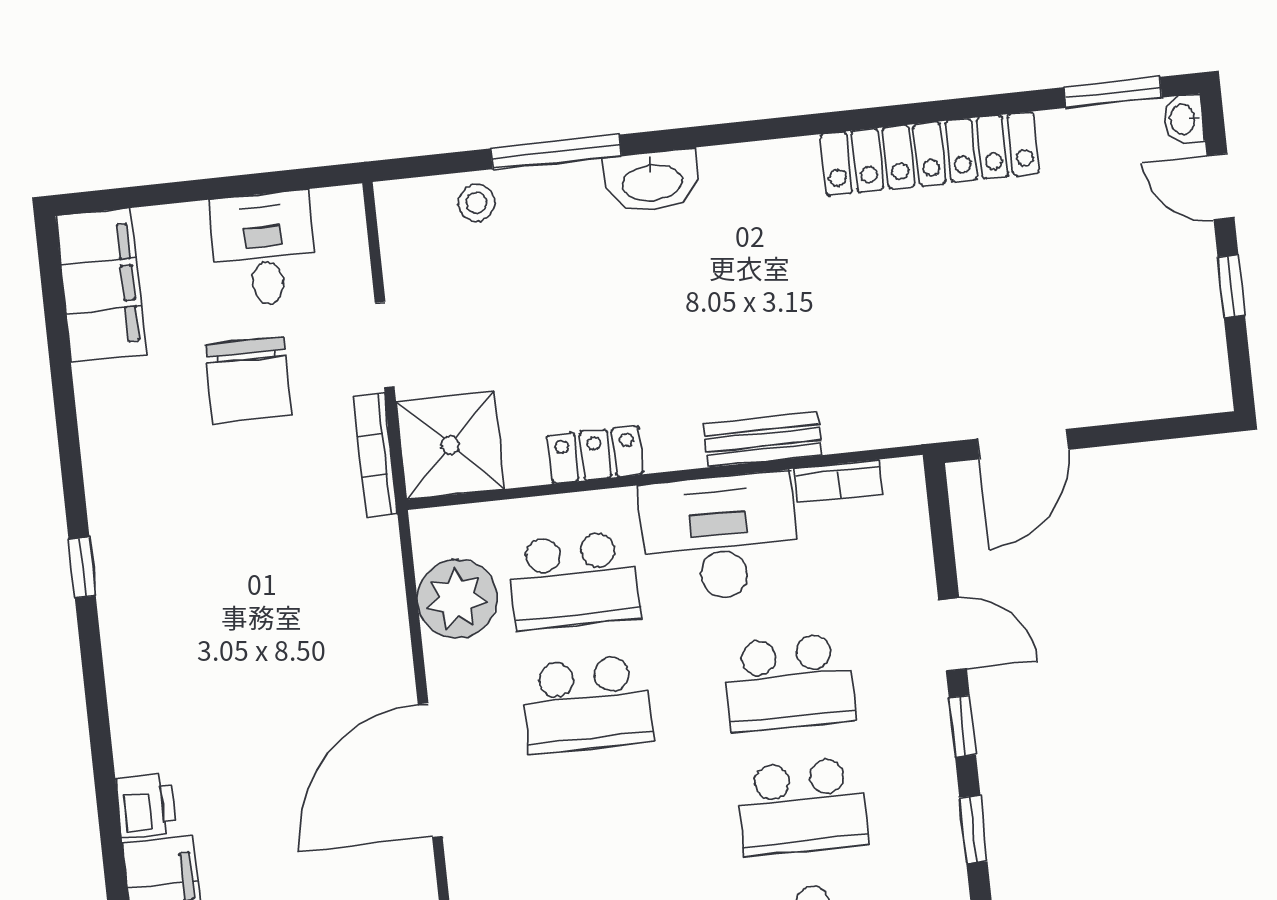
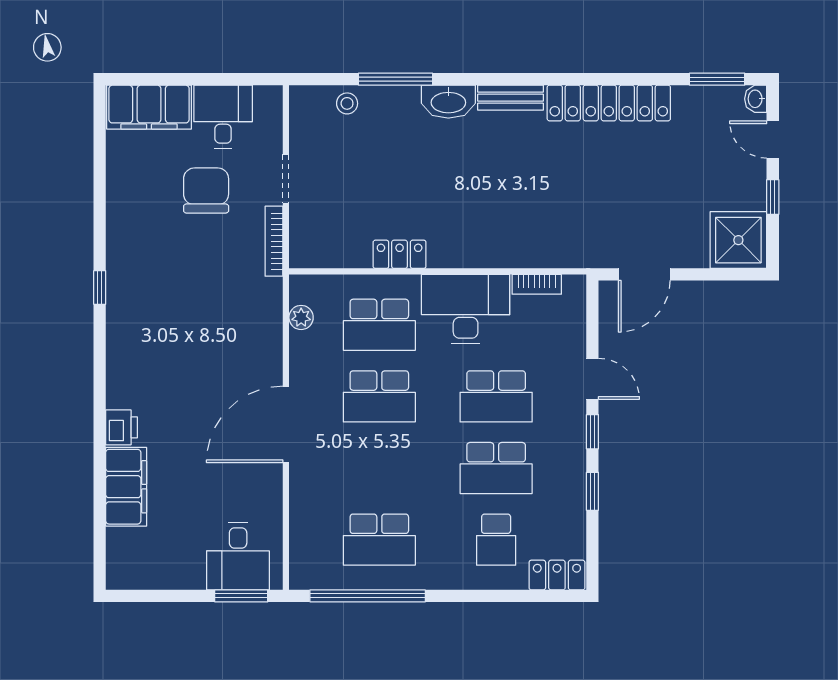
filing cabinet: (101, 285) -> (149, 107), moved, turned 90
chair: (249, 380) -> (206, 190), turned 180
bench: (763, 439) -> (511, 98), moved
shower: (450, 445) -> (738, 240), moved
plant: (457, 599) -> (301, 317), width x0.53, depth x0.53

